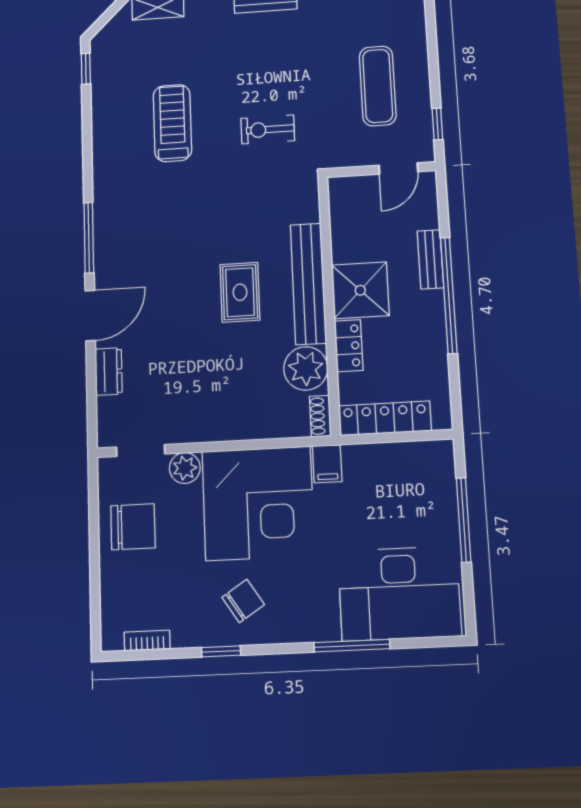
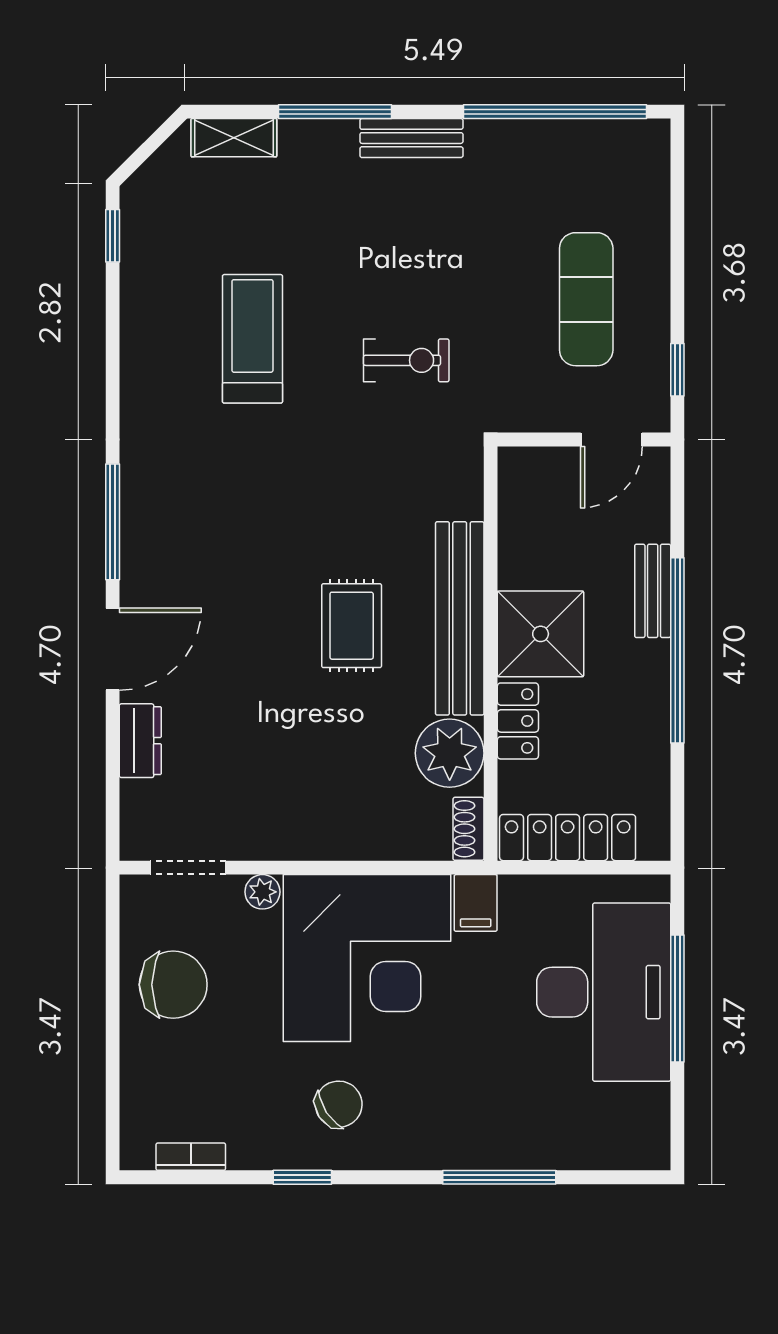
exercise bike: (268, 129) -> (406, 360), turned 180
plant: (185, 468) -> (262, 892), width x0.73, depth x0.73
desk: (399, 593) -> (604, 992), moved, turned -90

